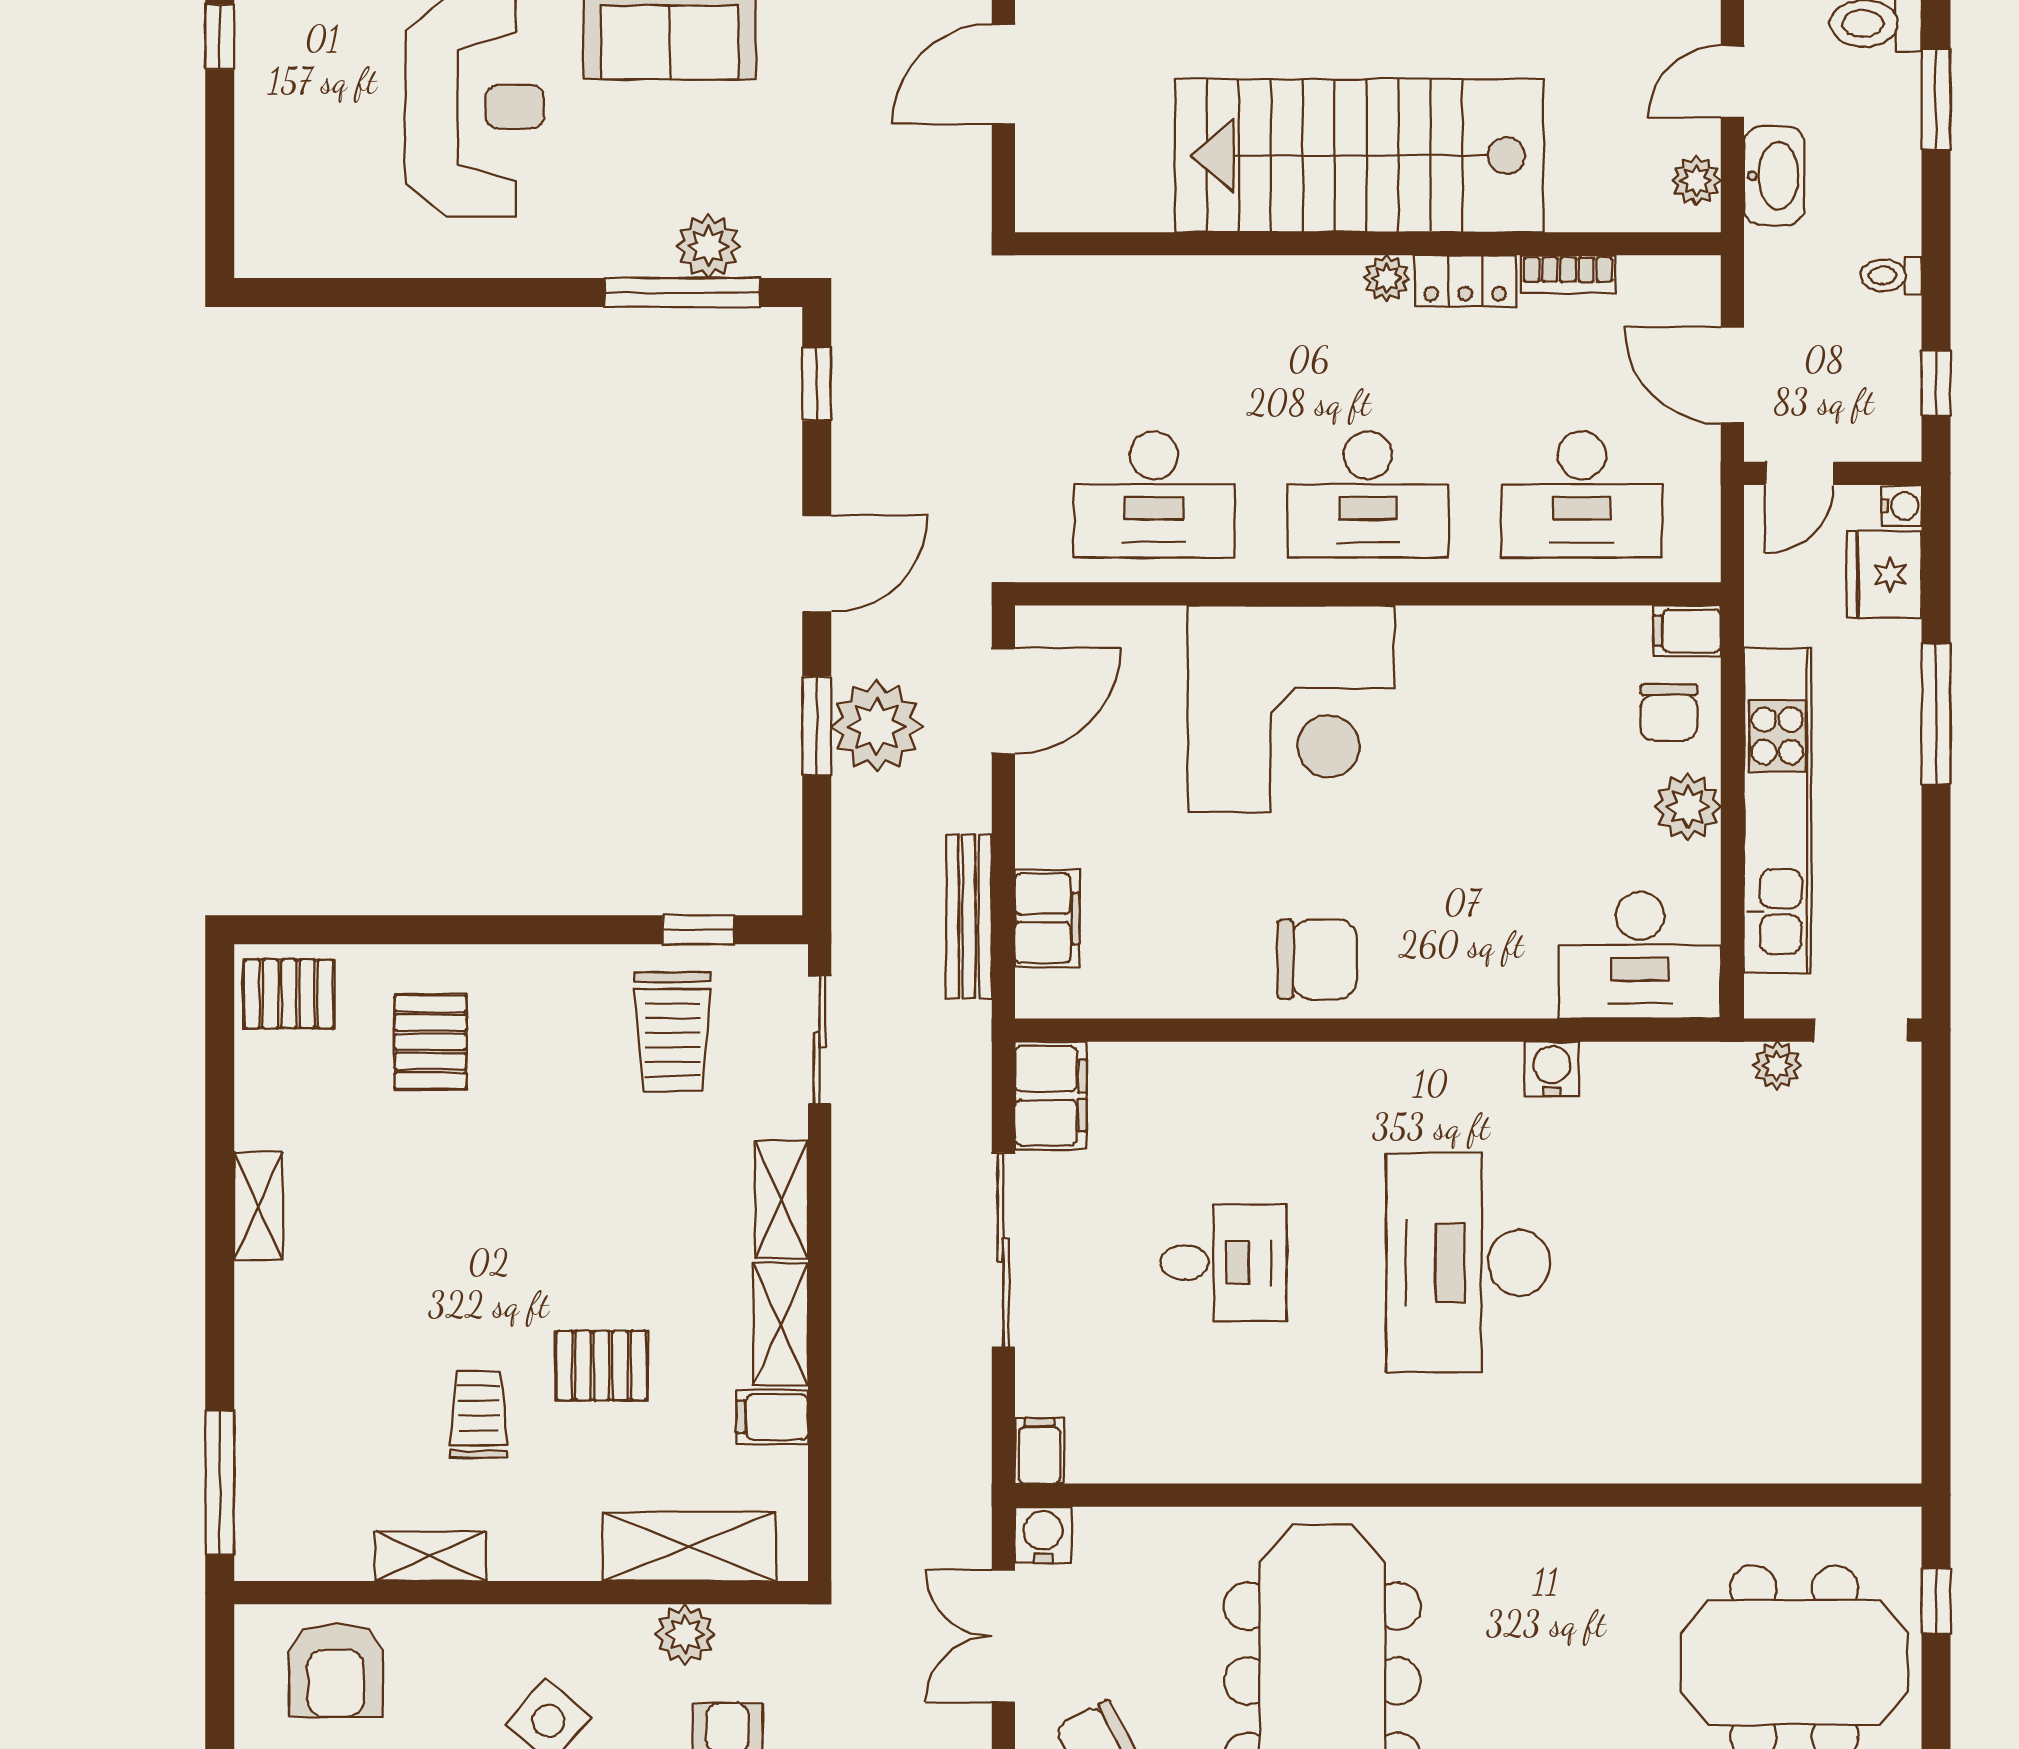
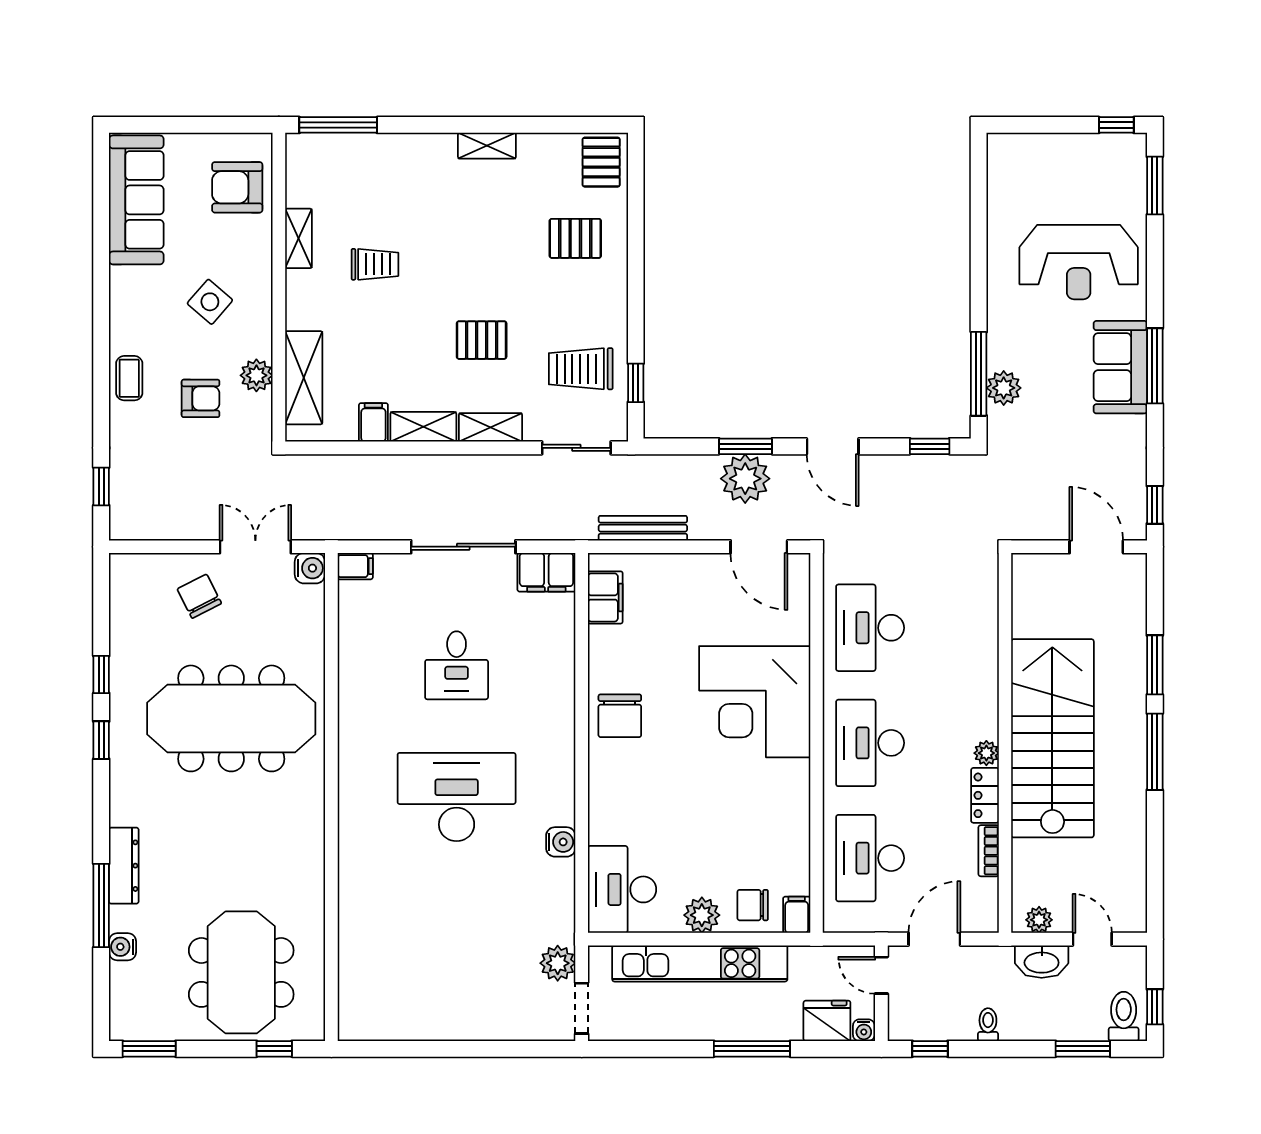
filing cabinet: (1047, 918) -> (605, 597), moved, turned -90
plant: (1777, 1066) -> (558, 963), width x1.38, depth x1.38
pallet: (602, 1366) -> (482, 340), moved, turned 90

